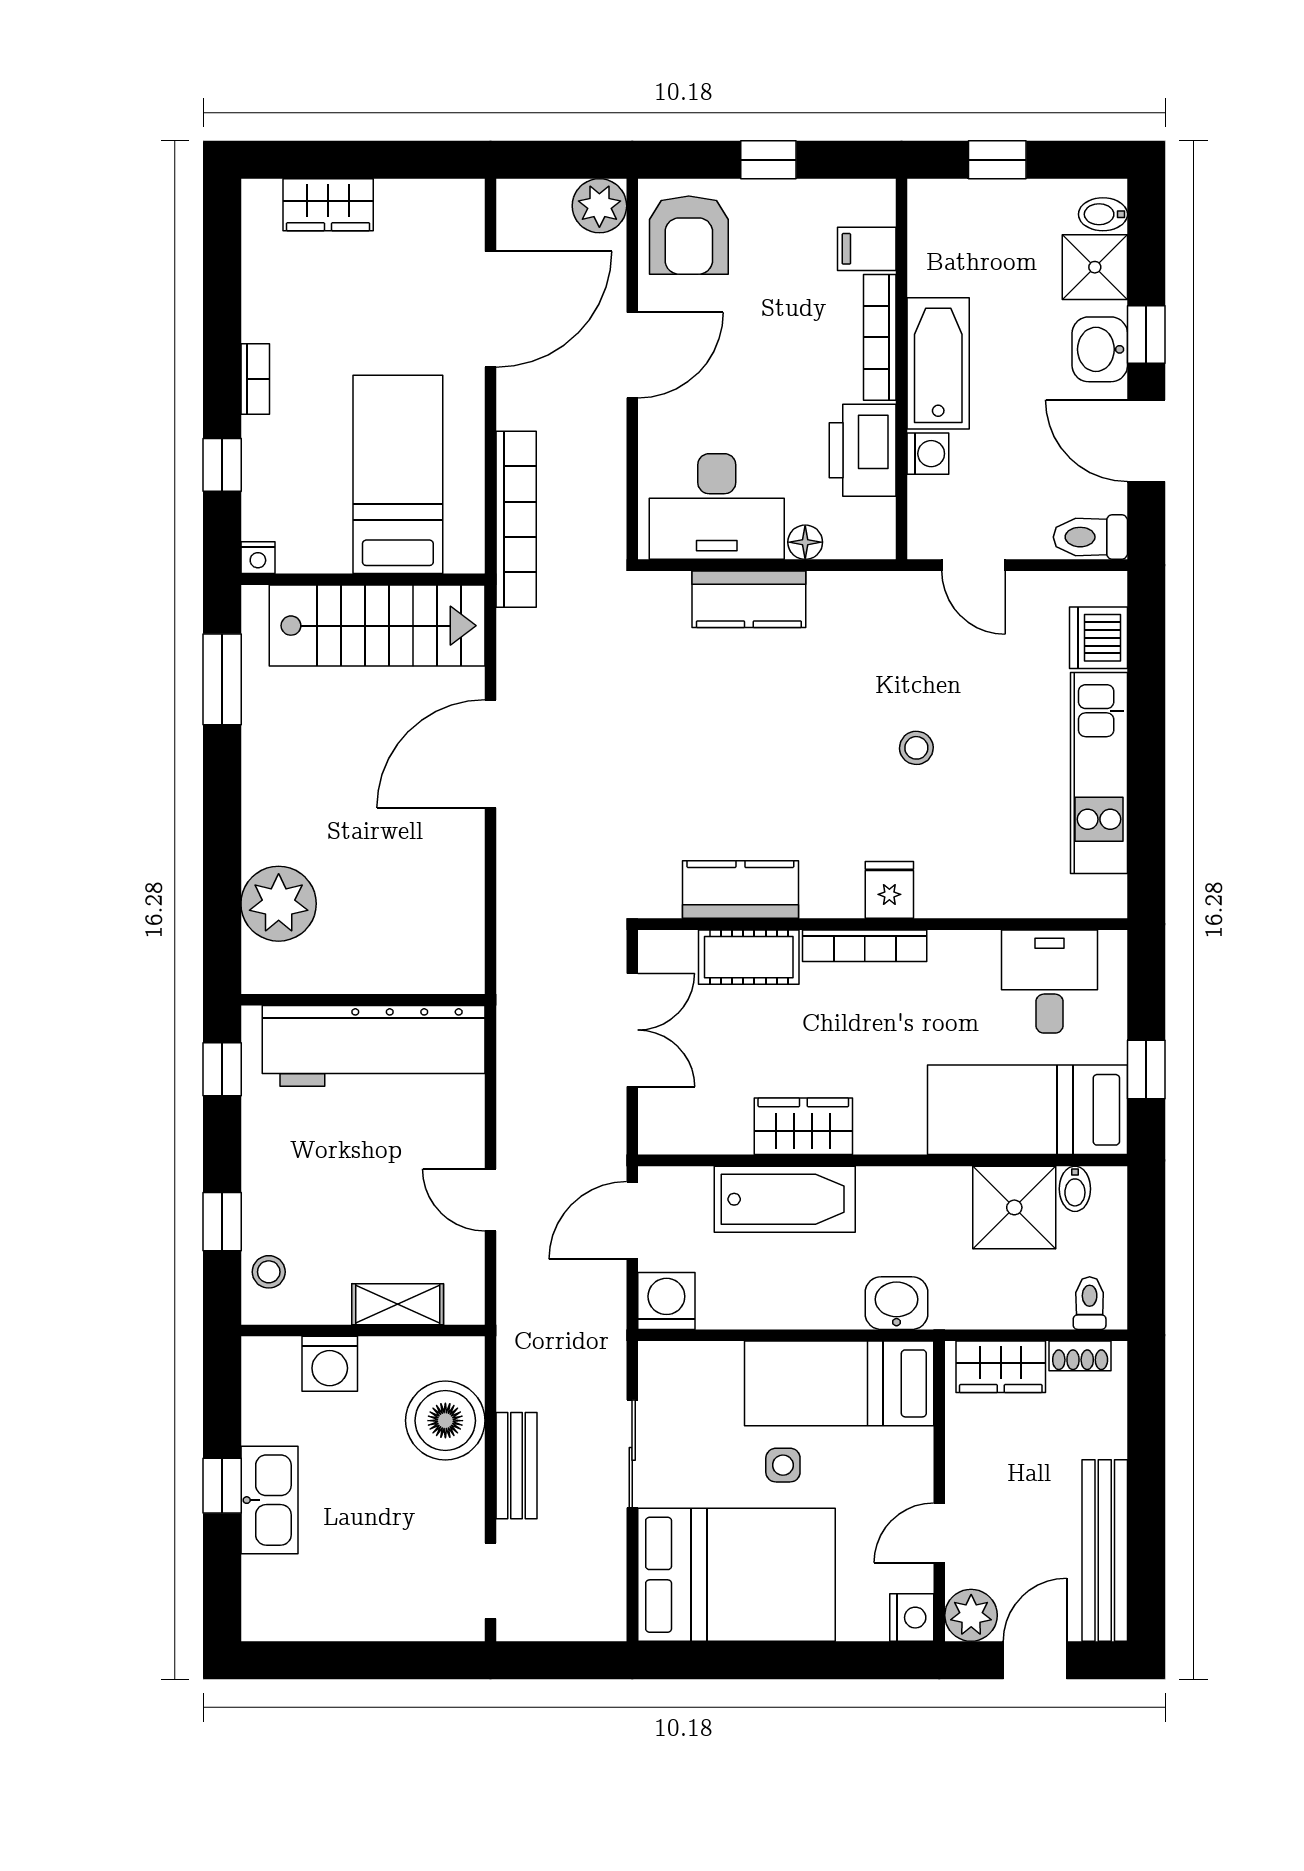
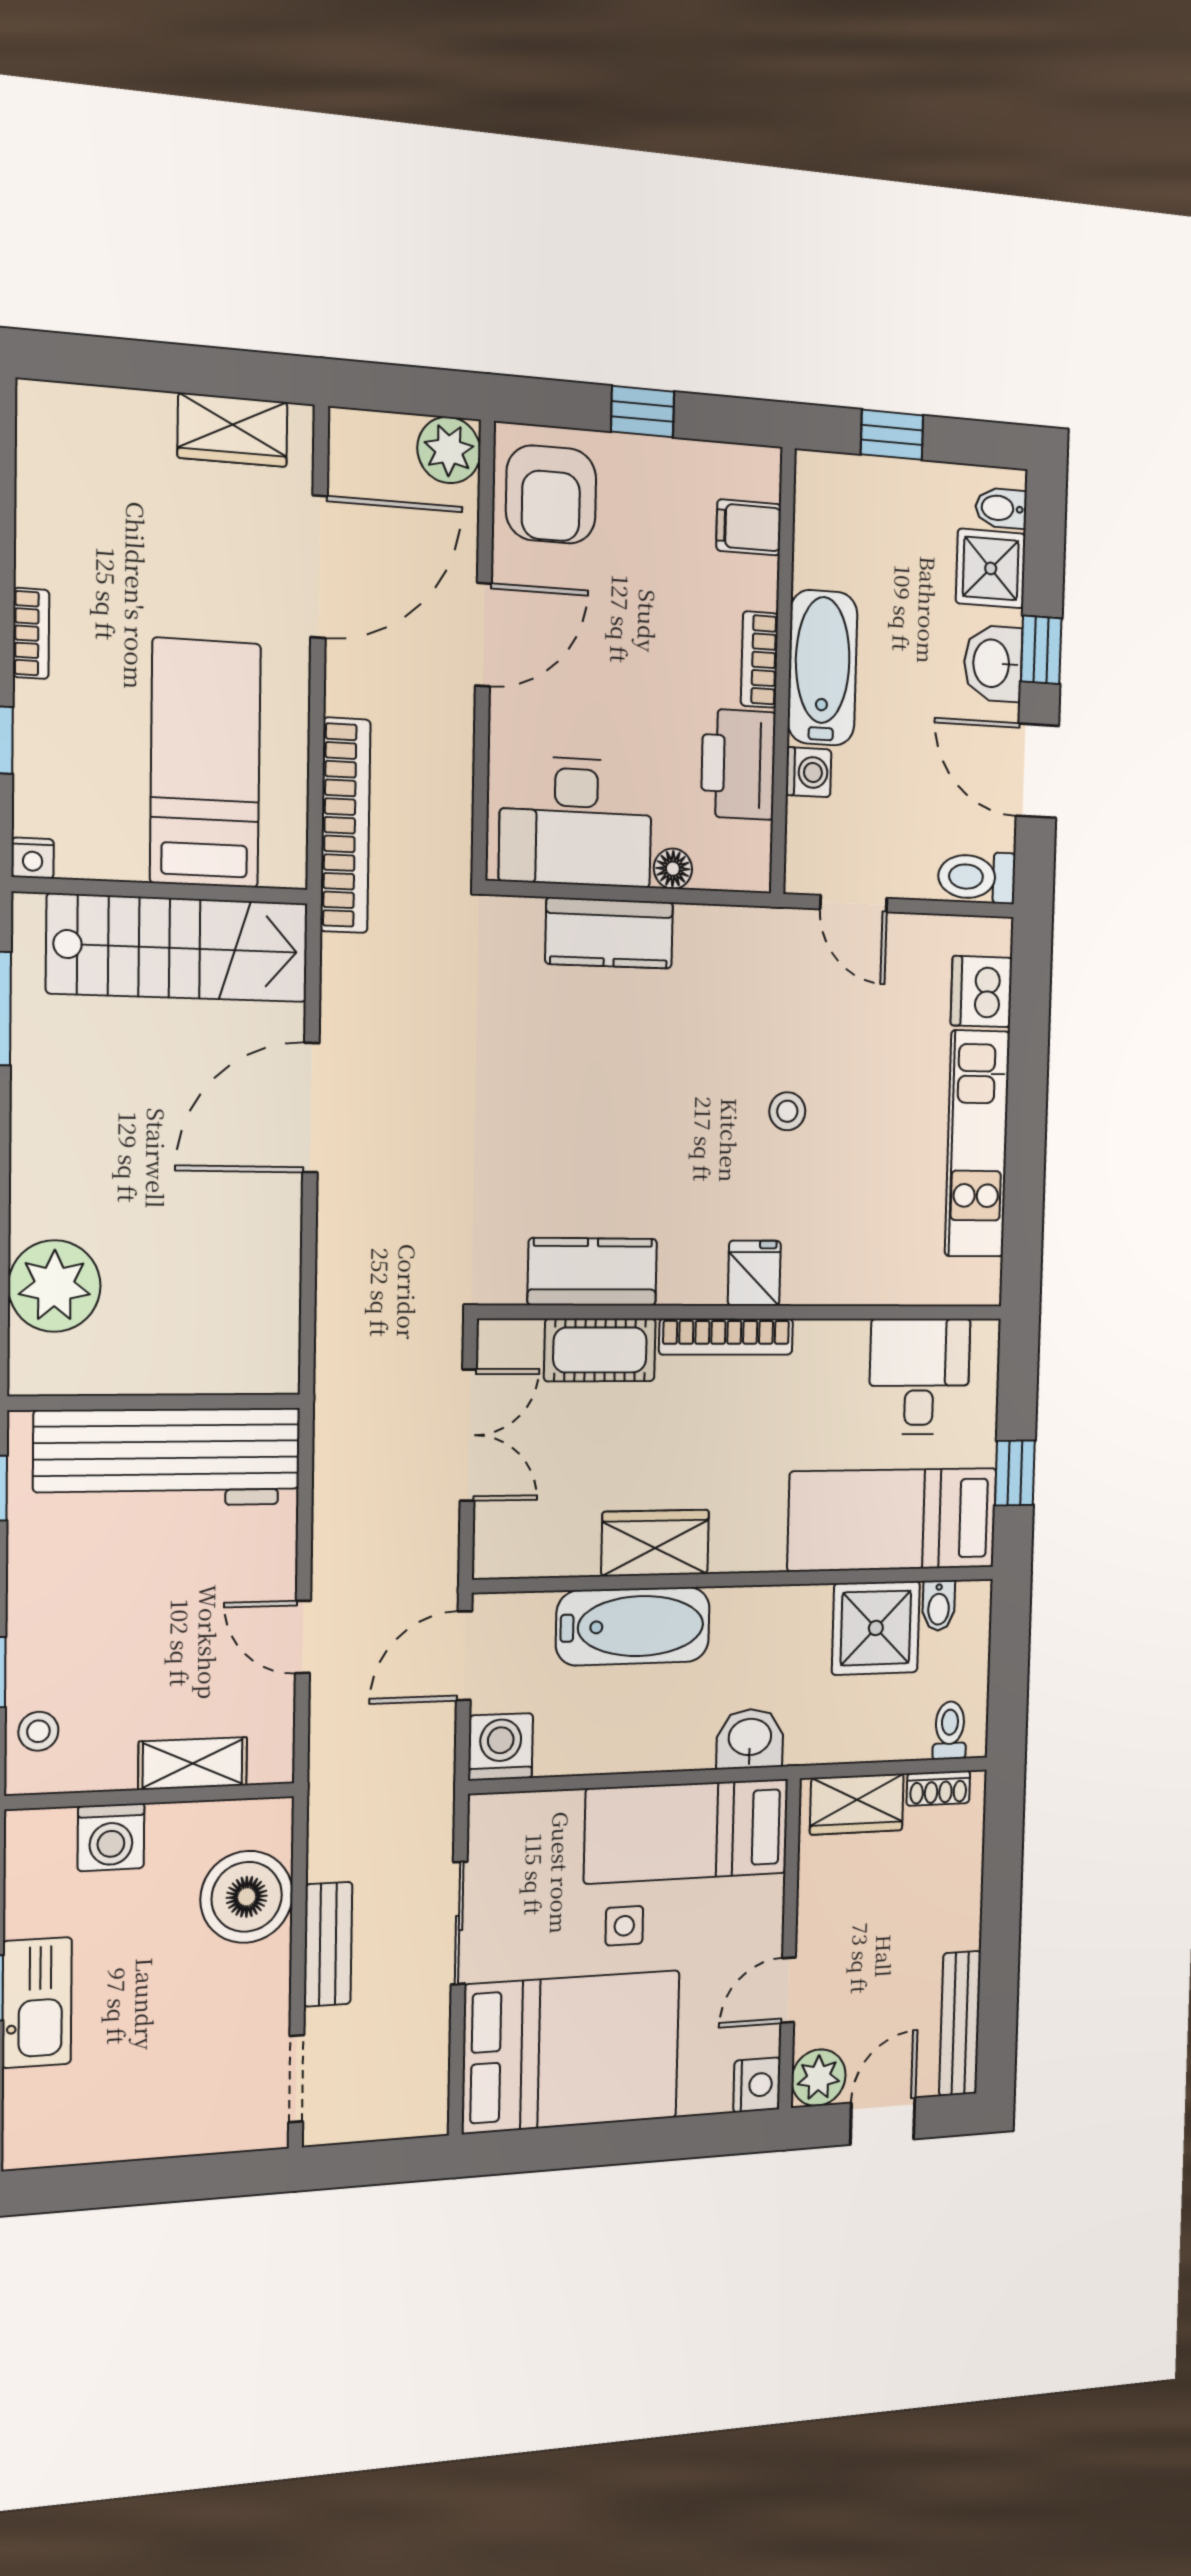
wardrobe: (328, 205) -> (233, 430), moved
bookcase: (880, 337) -> (760, 660), width x0.64
bench: (1105, 1550) -> (960, 2023), width x0.73, depth x0.82

